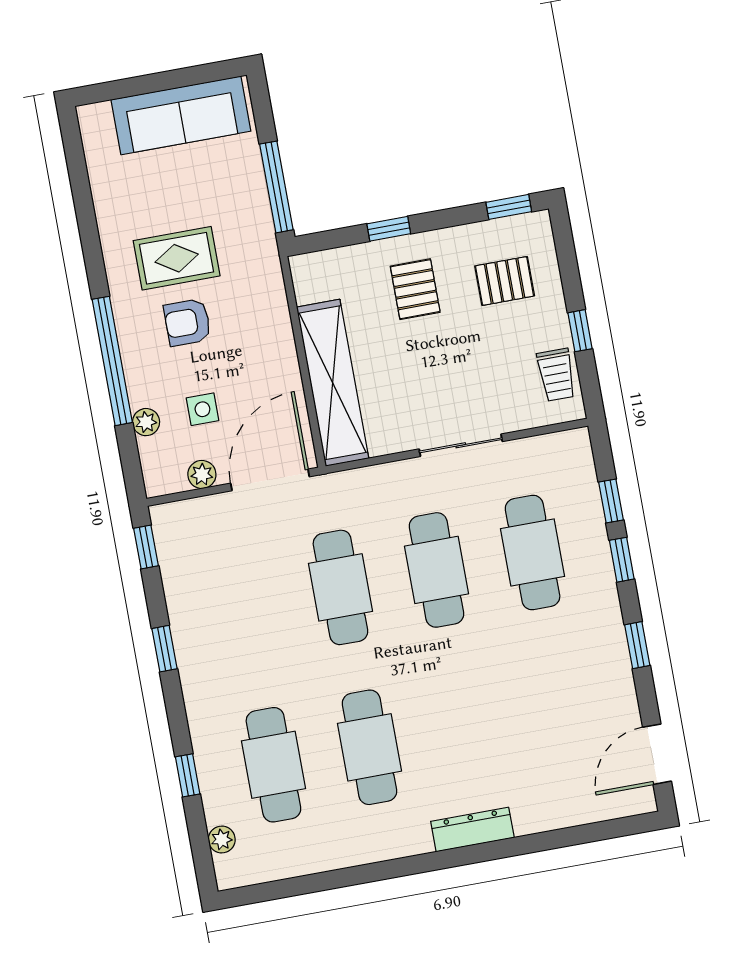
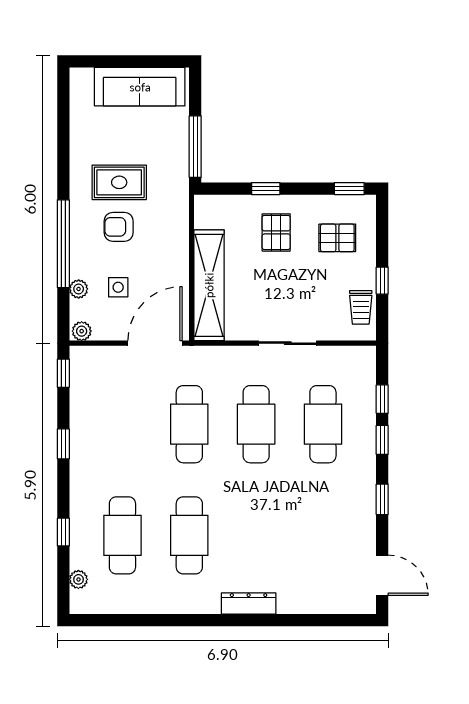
plant: (202, 474) -> (82, 331), moved
door: (657, 754) -> (382, 575), swing flipped

